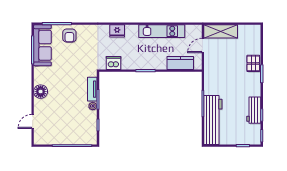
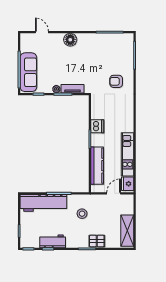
fridge: (117, 31) -> (128, 184), moved
shelving: (221, 31) -> (127, 231), moved
armchair: (69, 36) -> (116, 81), moved
sofa: (42, 45) -> (28, 72), moved, turned -90
door: (203, 46) -> (114, 193), hinge flipped
dishwasher: (114, 63) -> (97, 126), moved
kitchen counter: (180, 63) -> (97, 166), width x1.50
stool: (224, 79) -> (82, 214), added

